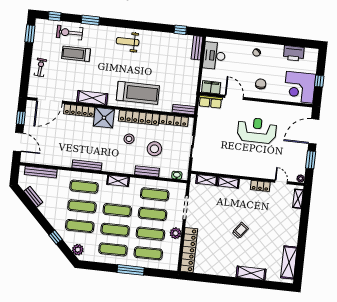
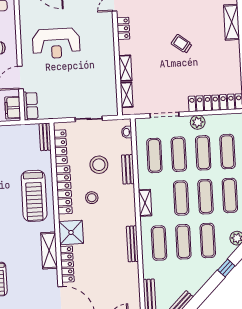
treadmill: (138, 93) -> (34, 196), turned 180
reception desk: (257, 130) -> (56, 43), turned -90

